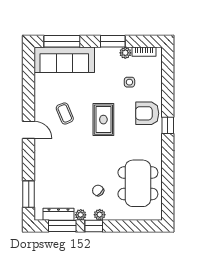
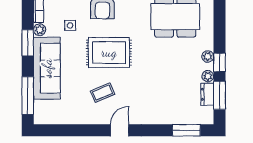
sofa: (64, 60) -> (47, 68), moved
rug: (103, 120) -> (109, 52), width x1.36, depth x1.43
chair: (98, 191) -> (183, 58), removed
dresser: (58, 214) -> (207, 94), width x0.70

